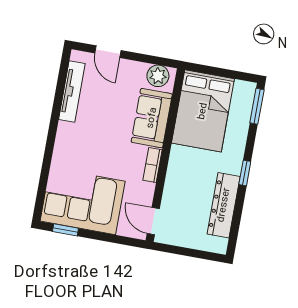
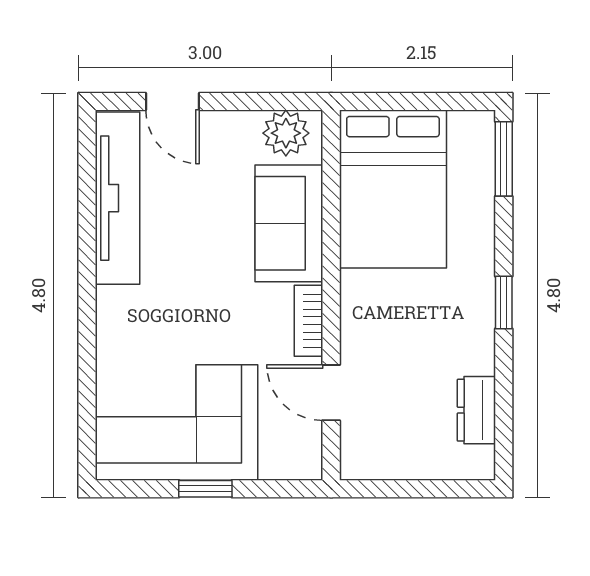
tv unit: (72, 91) -> (118, 198), width x1.36, depth x1.29
dresser: (224, 205) -> (476, 410), width x0.51, depth x0.80
door: (153, 221) -> (331, 393), moved
window: (65, 230) -> (205, 489), moved

